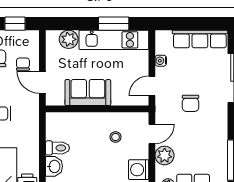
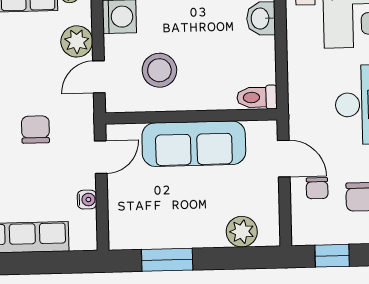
kitchen unit: (114, 40) -> (166, 233), removed
sofa: (88, 93) -> (194, 144), width x1.36
stool: (115, 137) -> (159, 70), width x1.89, depth x1.89
toilet: (58, 148) -> (257, 97), moved

